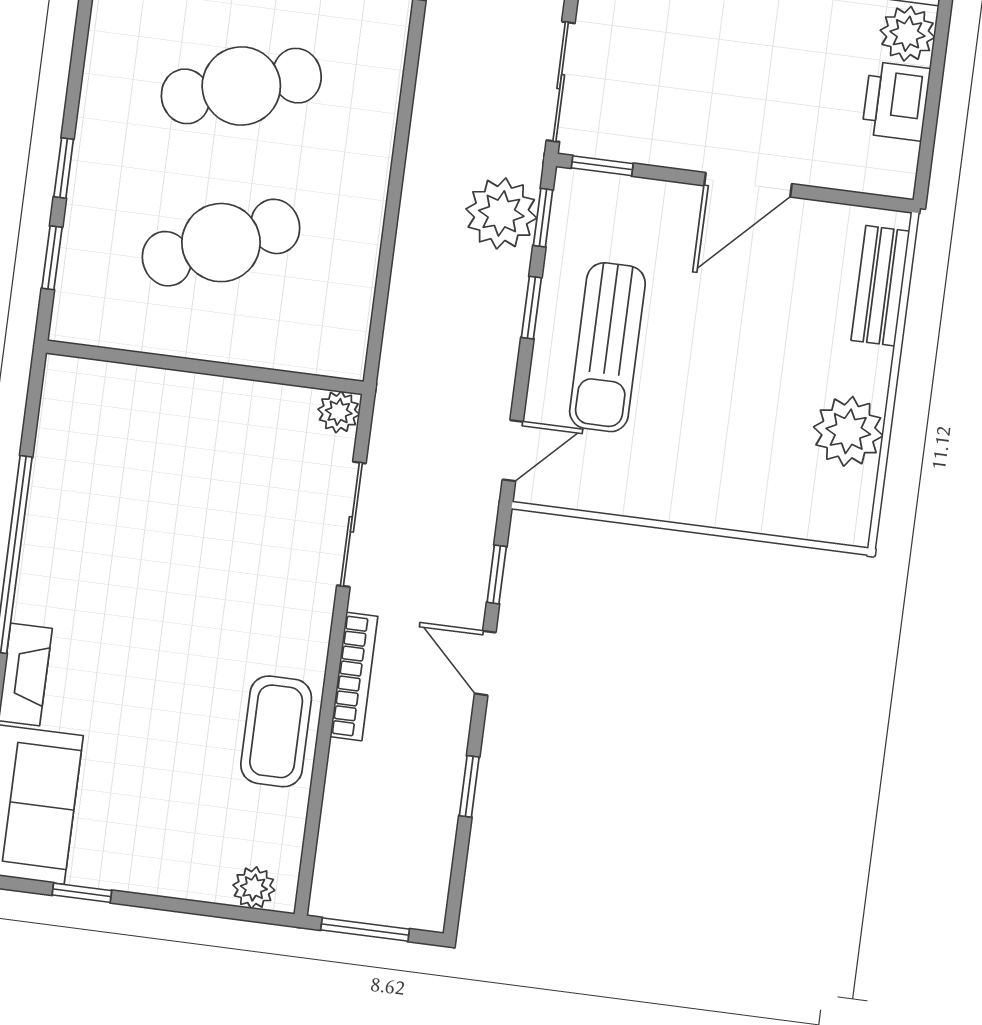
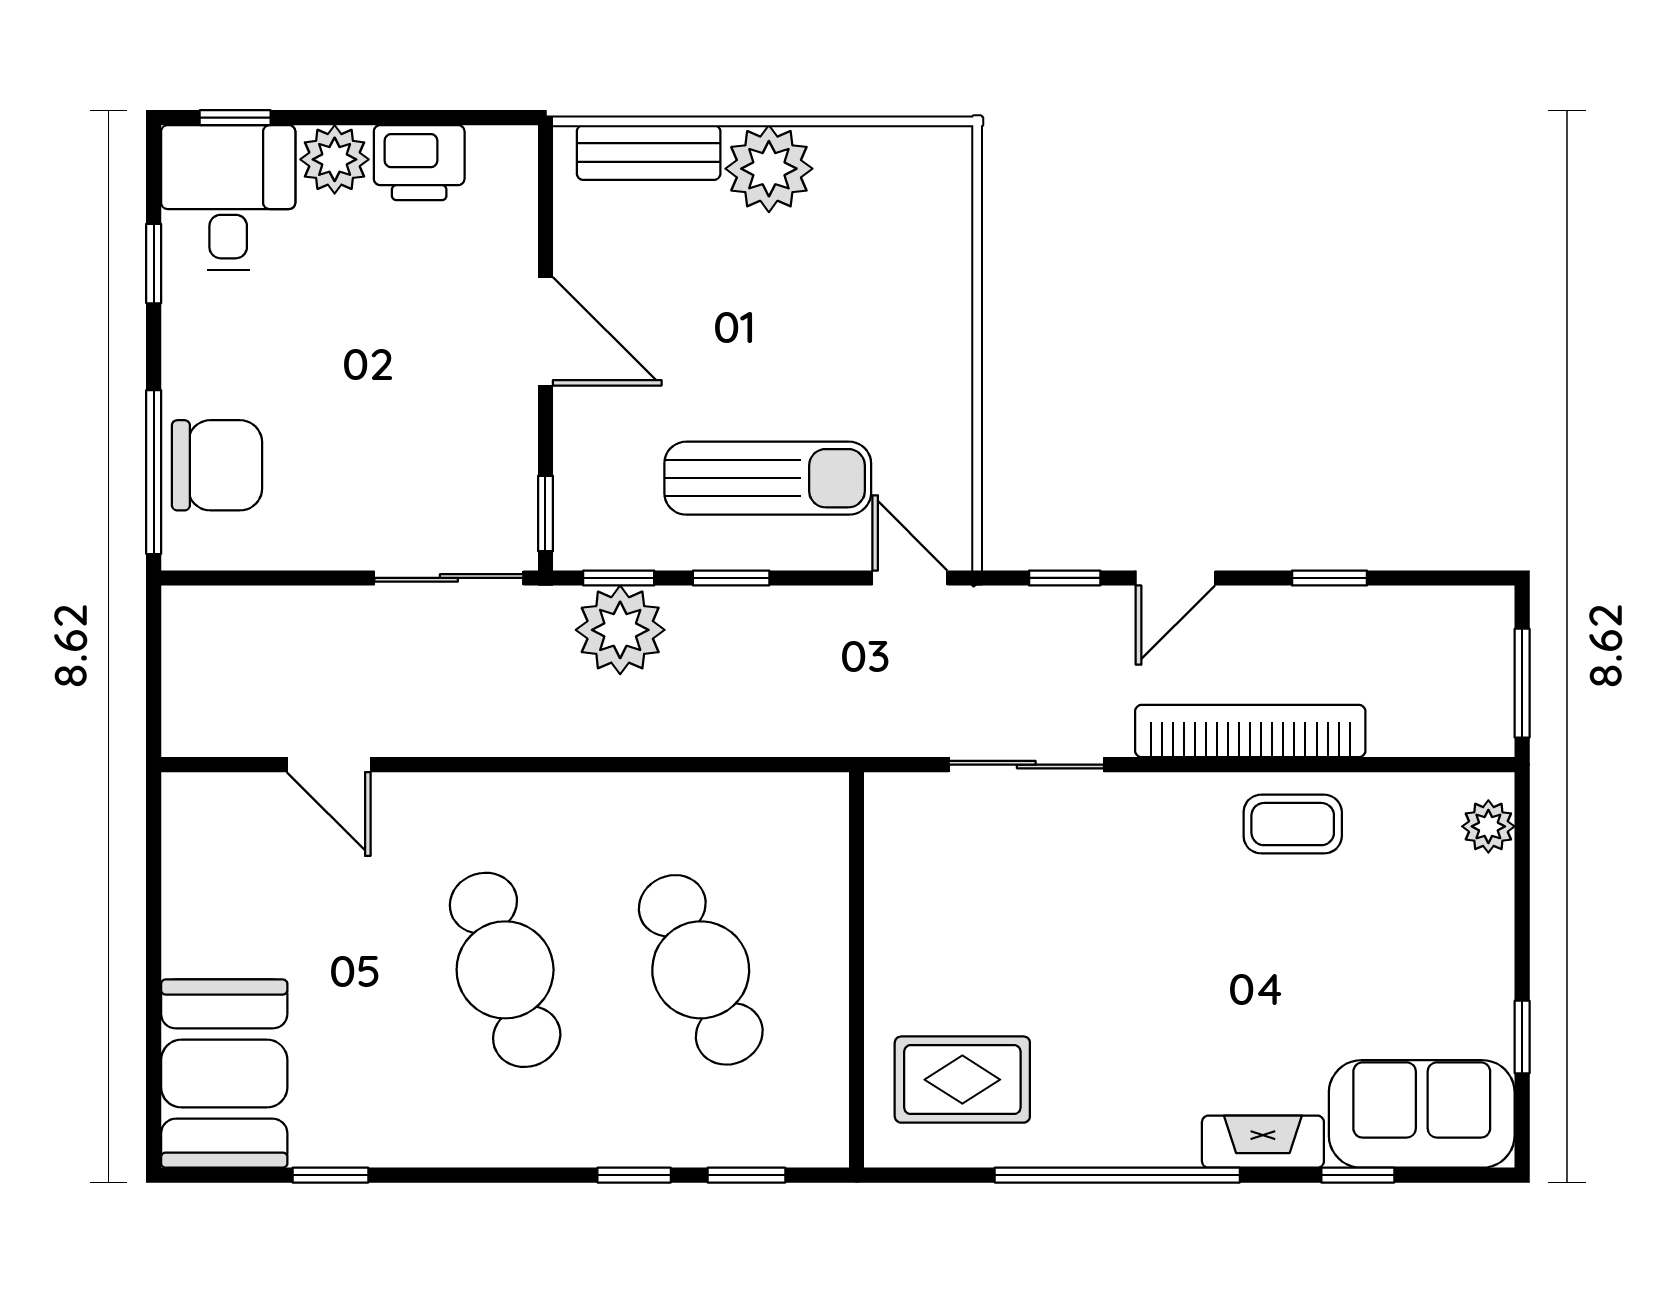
plant: (339, 412) -> (890, 798), removed
plant: (848, 431) -> (769, 169), moved
rug: (106, 440) -> (962, 1080), added
bookcase: (354, 677) -> (1250, 731), width x1.48, depth x1.31
coffee table: (276, 731) -> (1293, 824), width x0.73, depth x0.77

